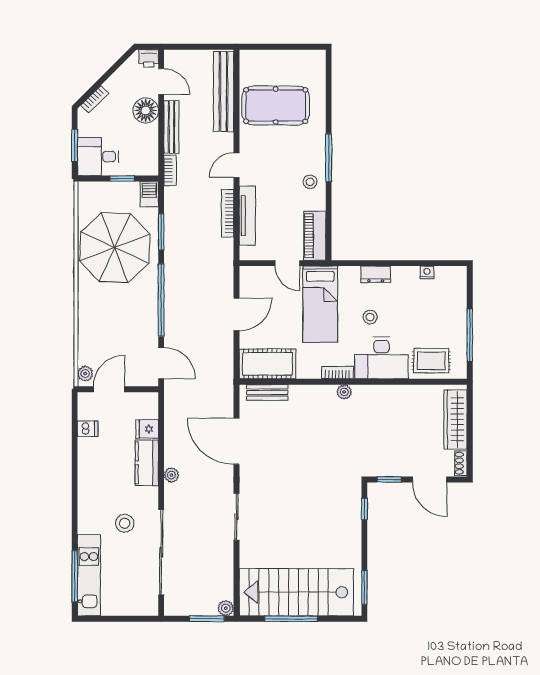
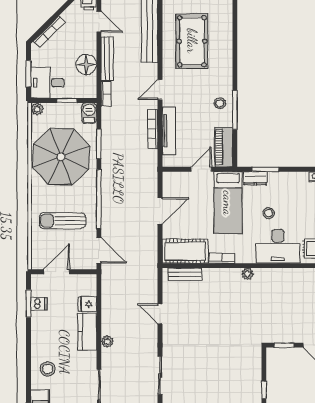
bookcase: (95, 99) -> (49, 32), width x1.56
pool table: (276, 106) -> (192, 41), turned 90
floor lamp: (146, 110) -> (86, 64), moved
window: (329, 158) -> (235, 110), moved
door: (287, 263) -> (201, 169), swing flipped
window: (366, 263) -> (265, 169), added
dresser: (376, 274) -> (255, 178), moved
sun lounger: (116, 326) -> (62, 221), added
bookcase: (337, 373) -> (222, 258), moved
plant: (85, 374) -> (37, 109), moved
window: (75, 428) -> (28, 303), added
door: (236, 441) -> (160, 314), width x0.53
window: (364, 509) -> (264, 390), moved
stool: (125, 523) -> (48, 369), moved

